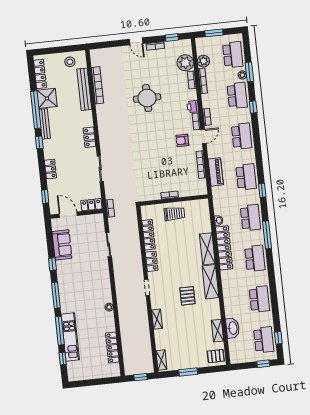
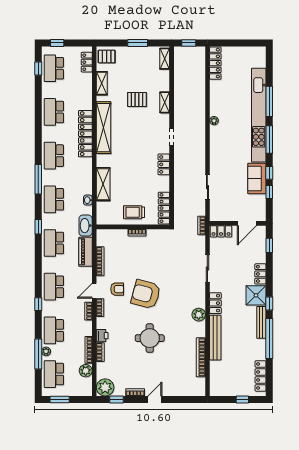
window: (214, 33) -> (60, 399), moved
door: (136, 41) -> (155, 399), hinge flipped
window: (54, 50) -> (242, 399), added
stool: (70, 62) -> (227, 385), removed
plant: (185, 63) -> (105, 387), moved
window: (249, 72) -> (38, 354), width x1.44
bench: (84, 89) -> (215, 338), moved
shower: (47, 98) -> (256, 295), moved
printer: (193, 107) -> (102, 336), moved
window: (253, 107) -> (38, 304), moved
plant: (104, 125) -> (199, 315), added
armchair: (155, 138) -> (146, 294), added
door: (68, 215) -> (247, 223), hinge flipped
locker: (149, 235) -> (164, 208), moved
sofa: (62, 245) -> (257, 179), moved
locker: (224, 248) -> (85, 134), moved
shelving: (207, 249) -> (103, 184), moved
shelving: (211, 282) -> (104, 128), width x1.47
pallet: (187, 296) -> (137, 99), moved, turned 90
washbasin: (233, 328) -> (86, 226), moved
kitchen unit: (70, 337) -> (259, 115), width x1.86
locker: (112, 348) -> (215, 63), moved
locker: (234, 349) -> (87, 62), added
window: (63, 359) -> (269, 192), moved

